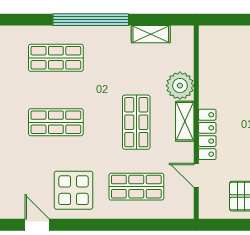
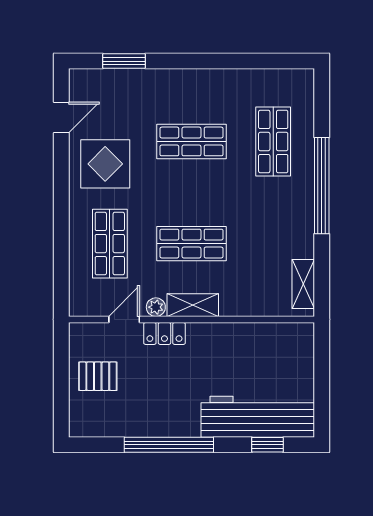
shelving: (151, 34) -> (303, 284), moved
plant: (180, 86) -> (156, 307), moved, width x0.53, depth x0.53
shop shelf: (56, 122) -> (191, 141), turned 90
locker: (207, 134) -> (164, 333), width x0.66

